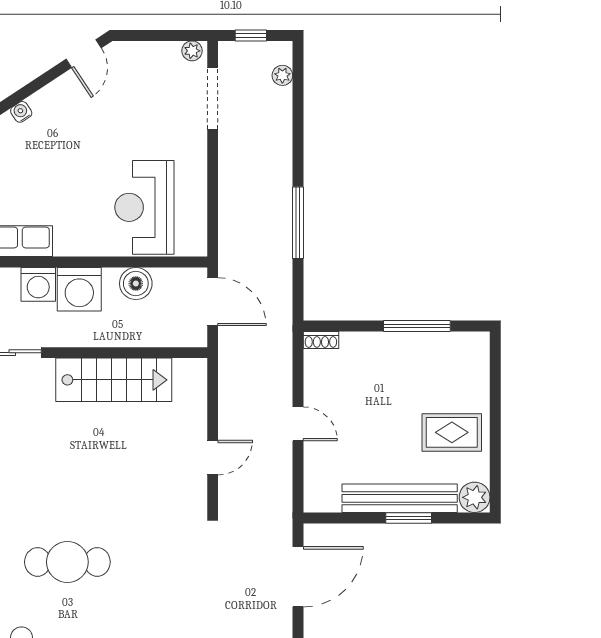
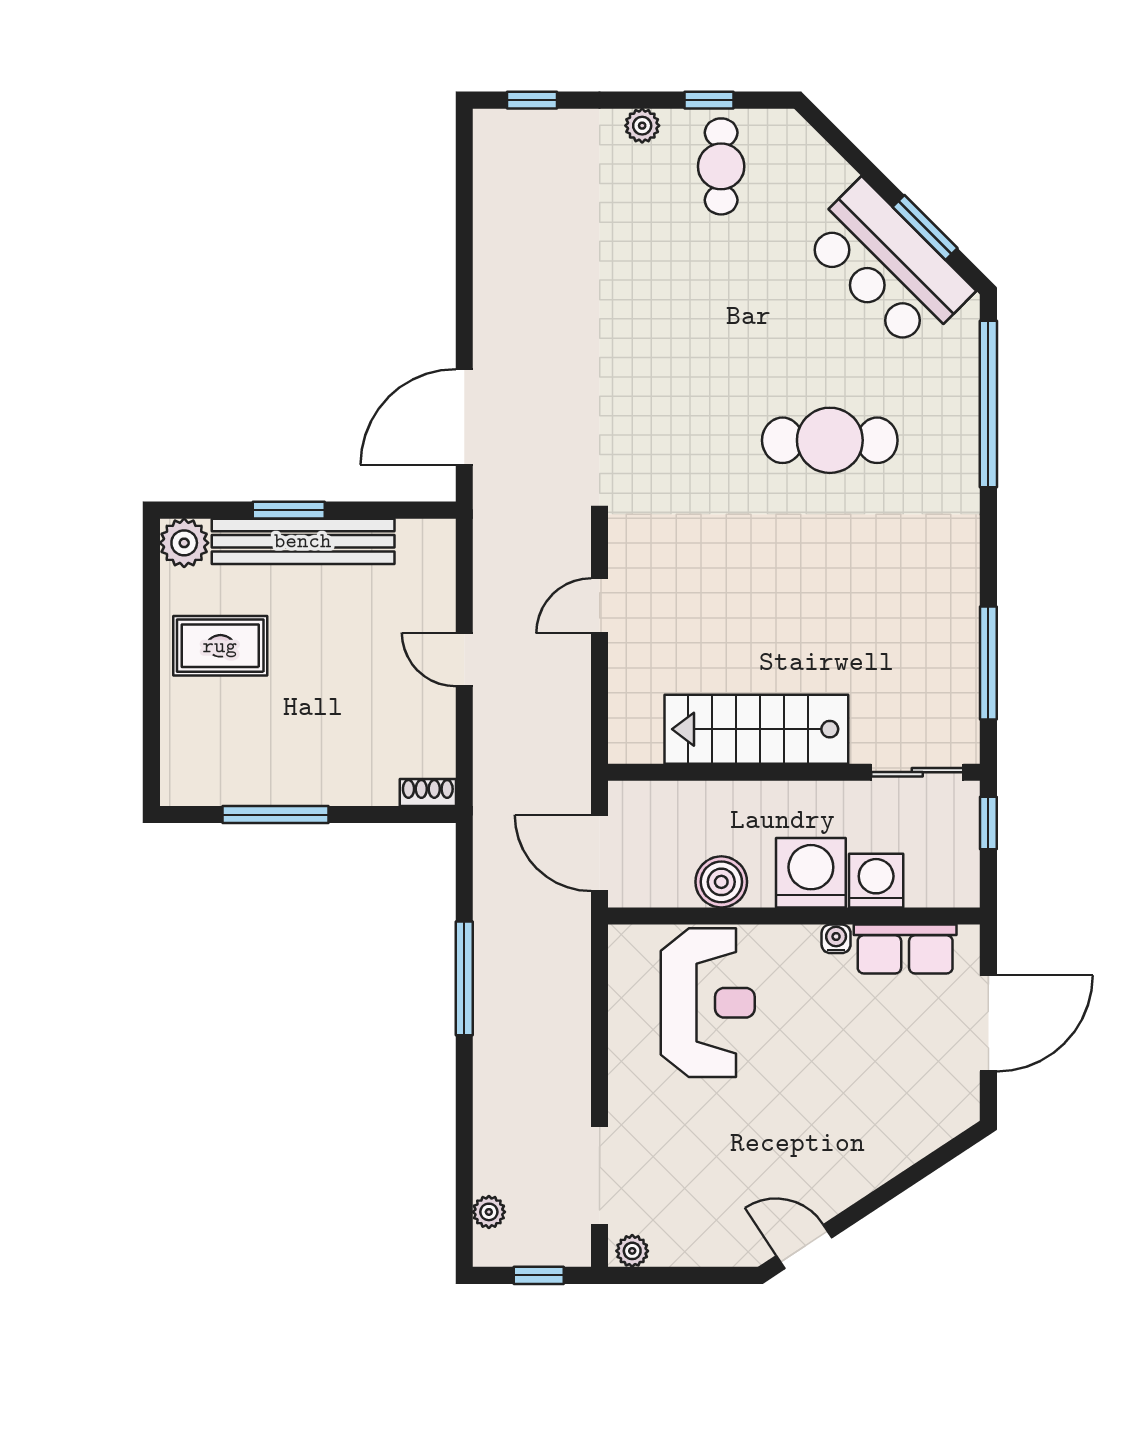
door: (84, 54) -> (804, 1247), hinge flipped
water cooler: (21, 112) -> (836, 939), moved, turned -147

